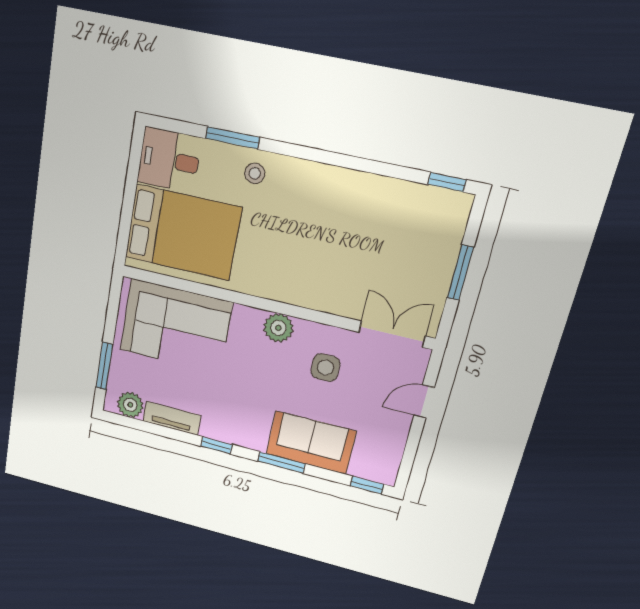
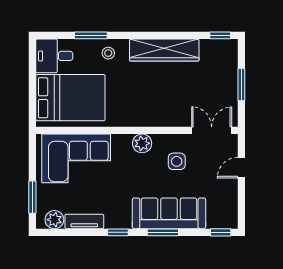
wardrobe: (346, 187) -> (164, 50), added
sofa: (311, 443) -> (169, 213), width x1.36

